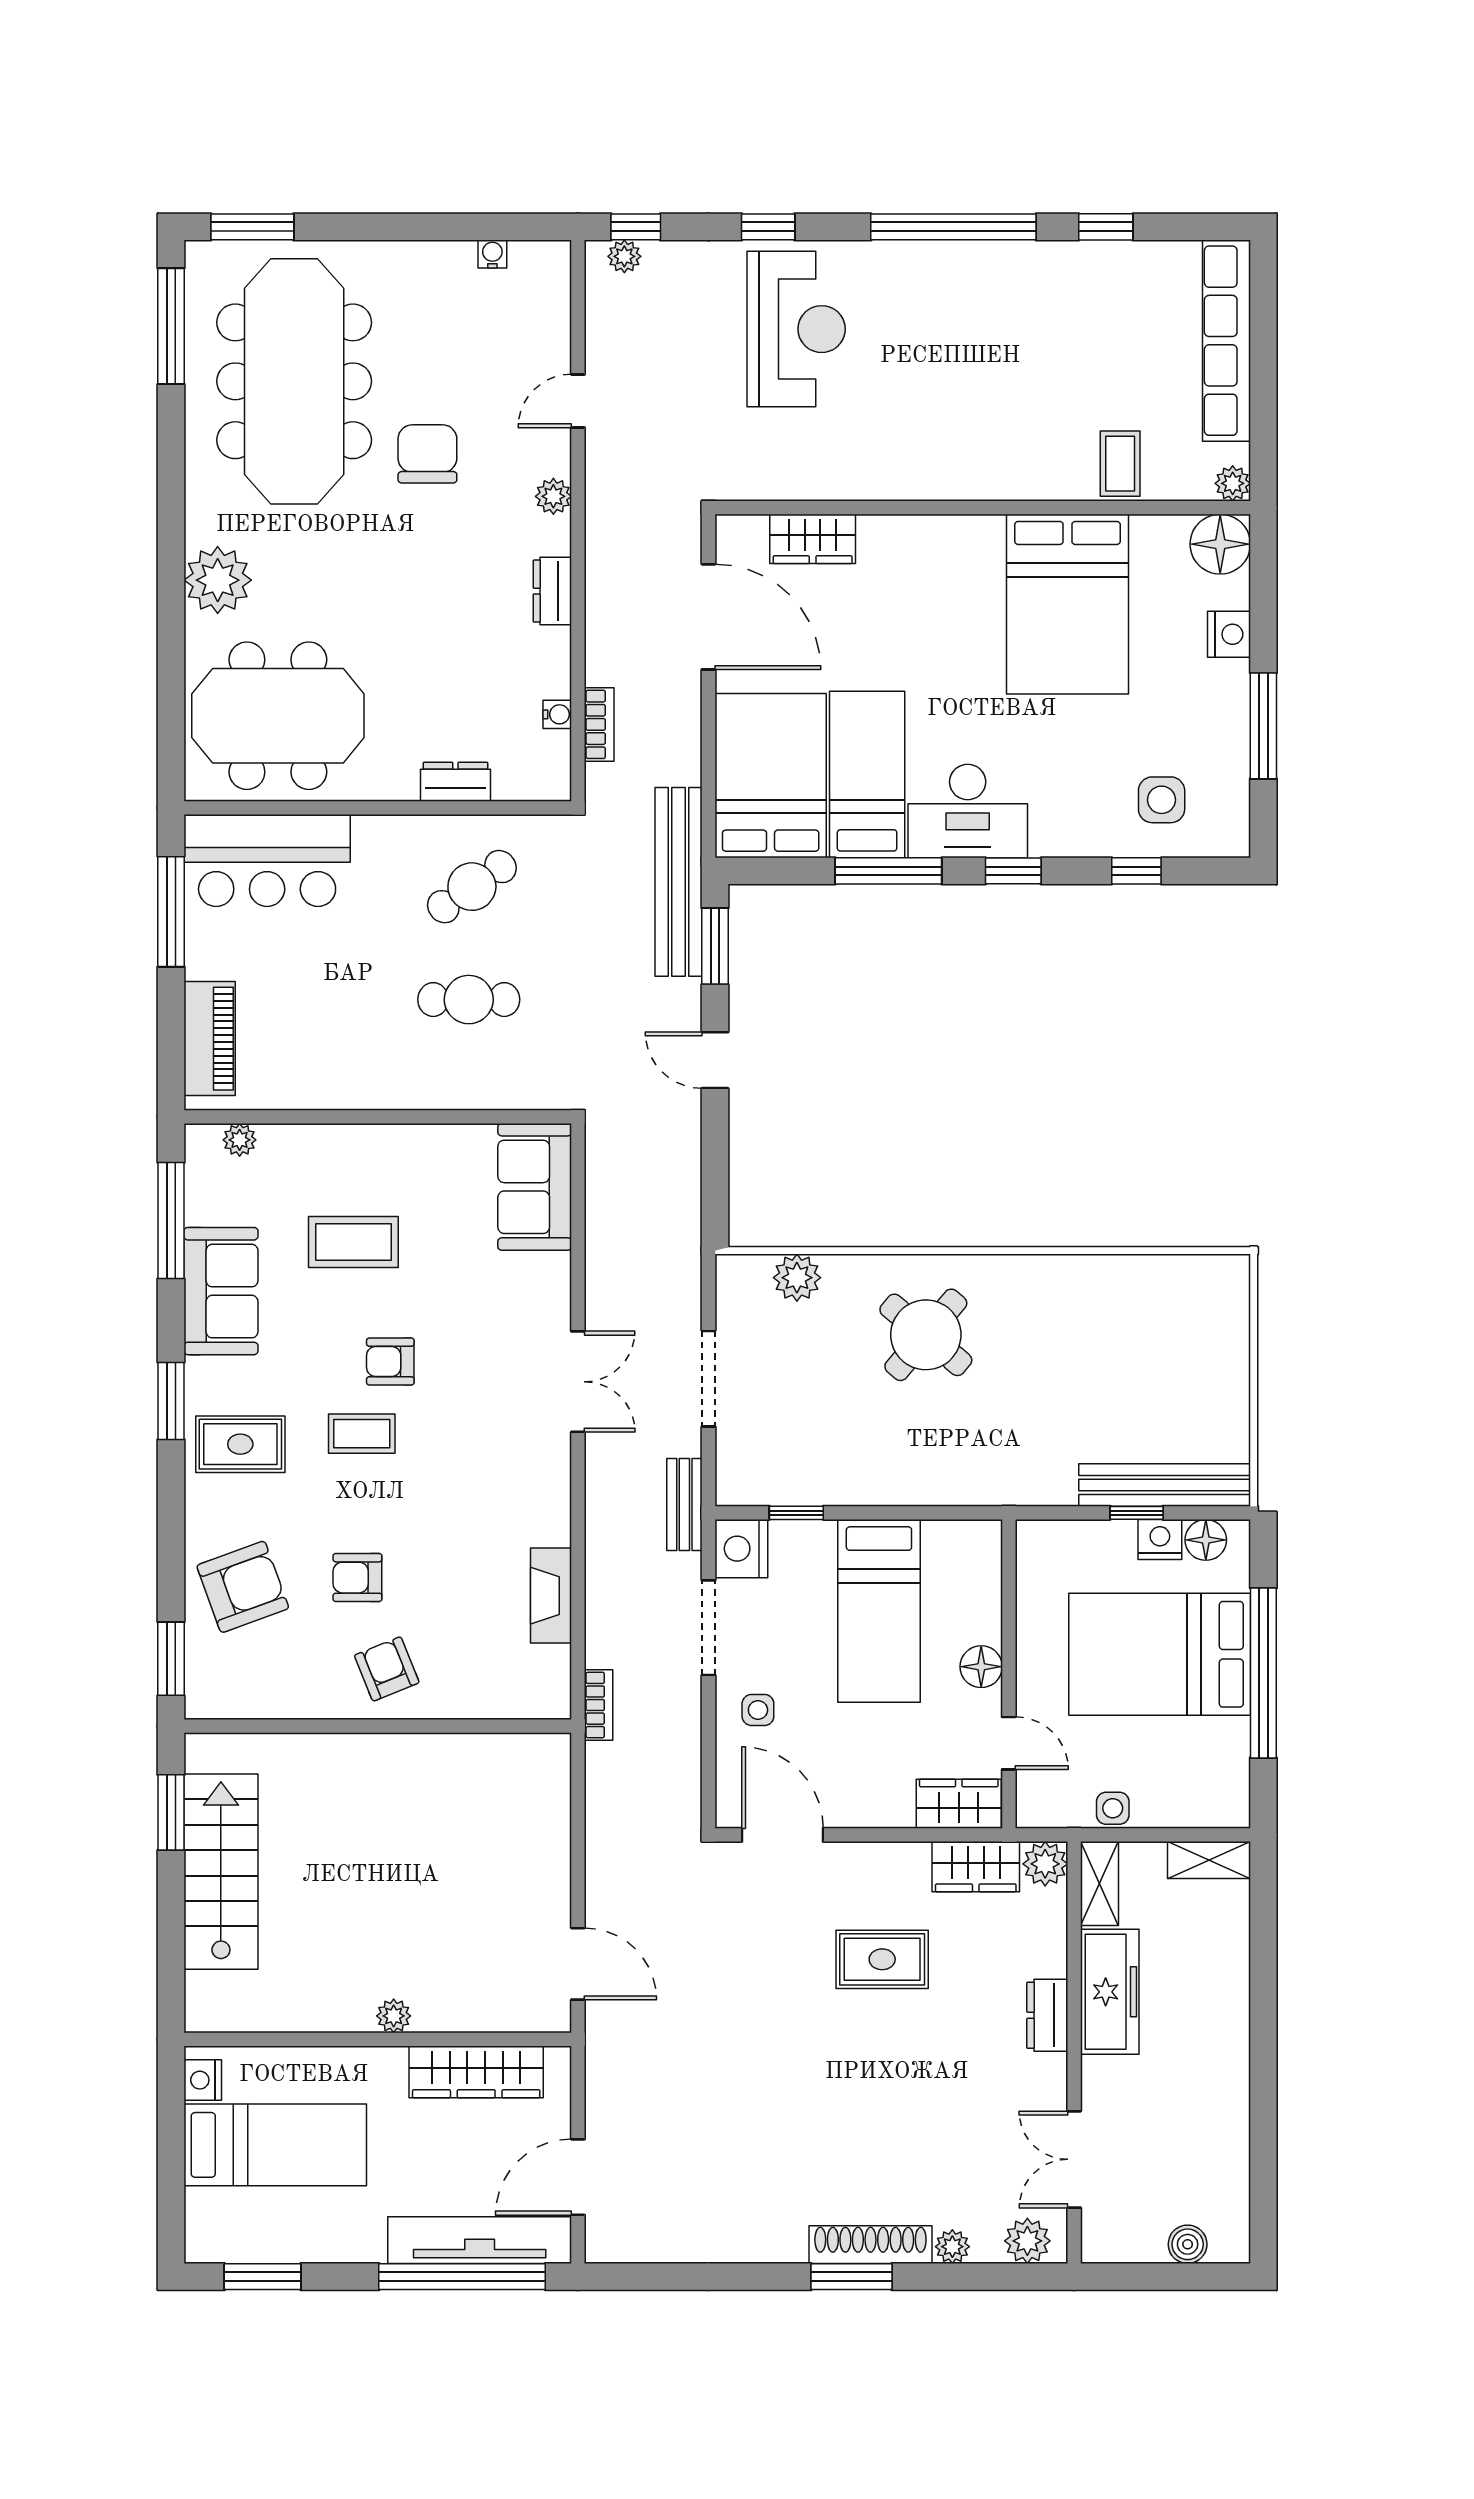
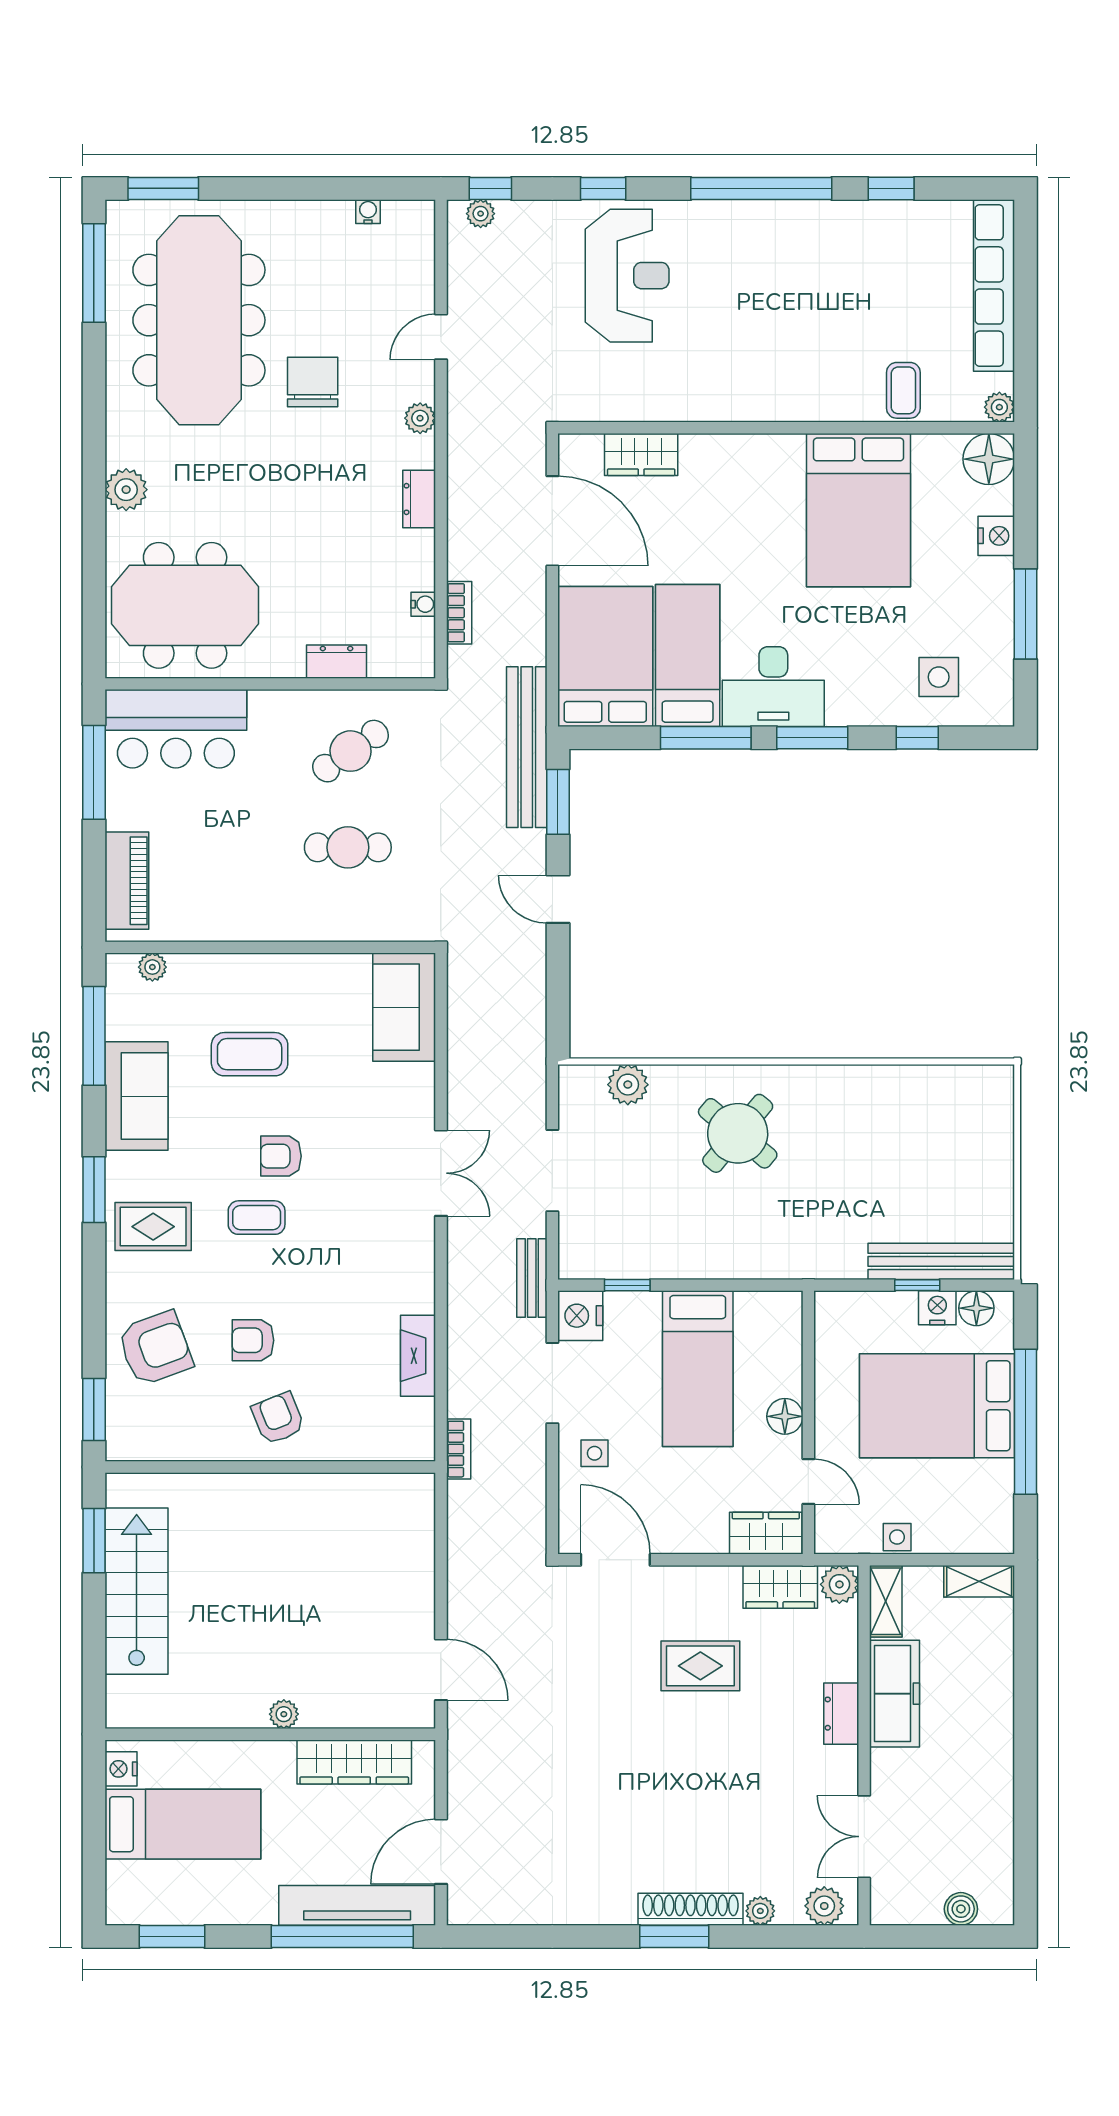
plant: (218, 580) -> (126, 490), width x0.73, depth x0.73
window: (1013, 871) -> (812, 738), width x1.50

